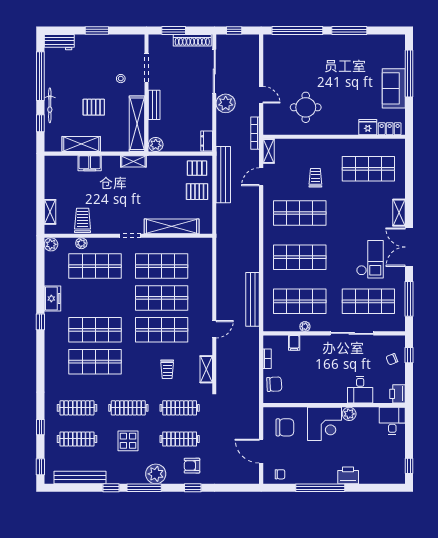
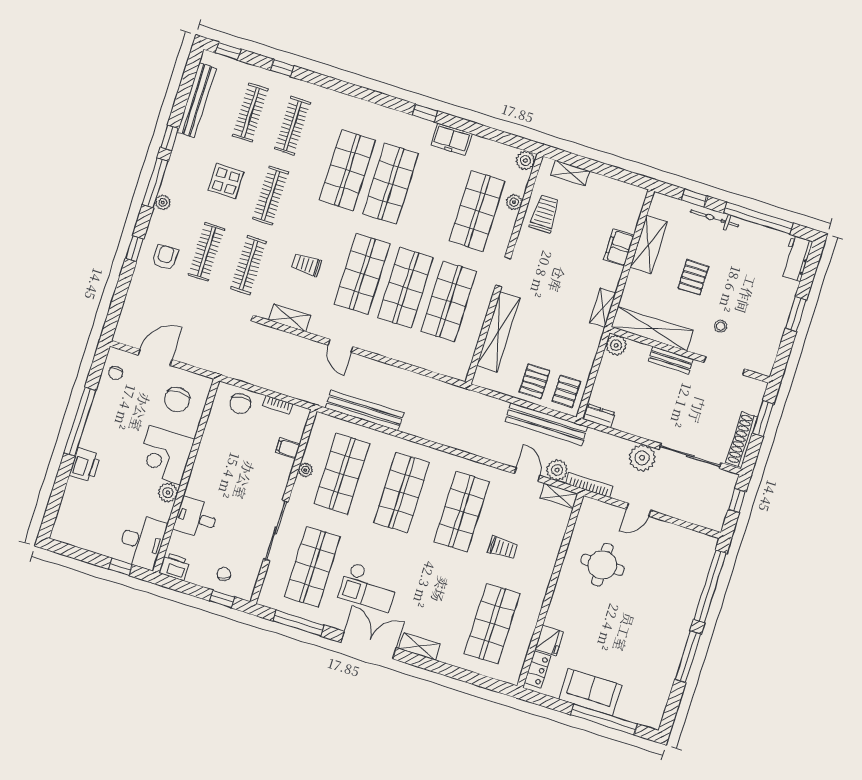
plant: (252, 158) -> (557, 470), added
trolley: (83, 220) -> (545, 214), turned -90
desk: (392, 421) -> (142, 542), width x1.37
window: (409, 466) -> (121, 567), moved
plant: (156, 474) -> (163, 202), width x0.53, depth x0.53

